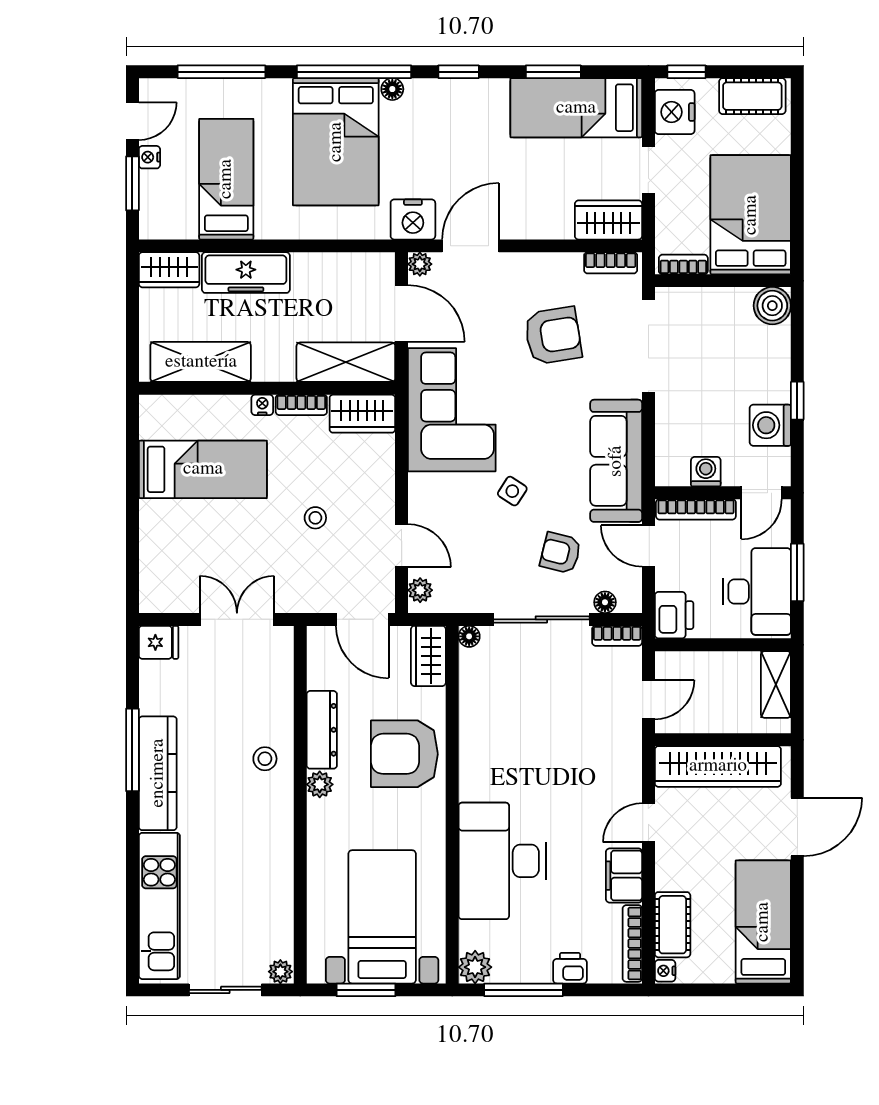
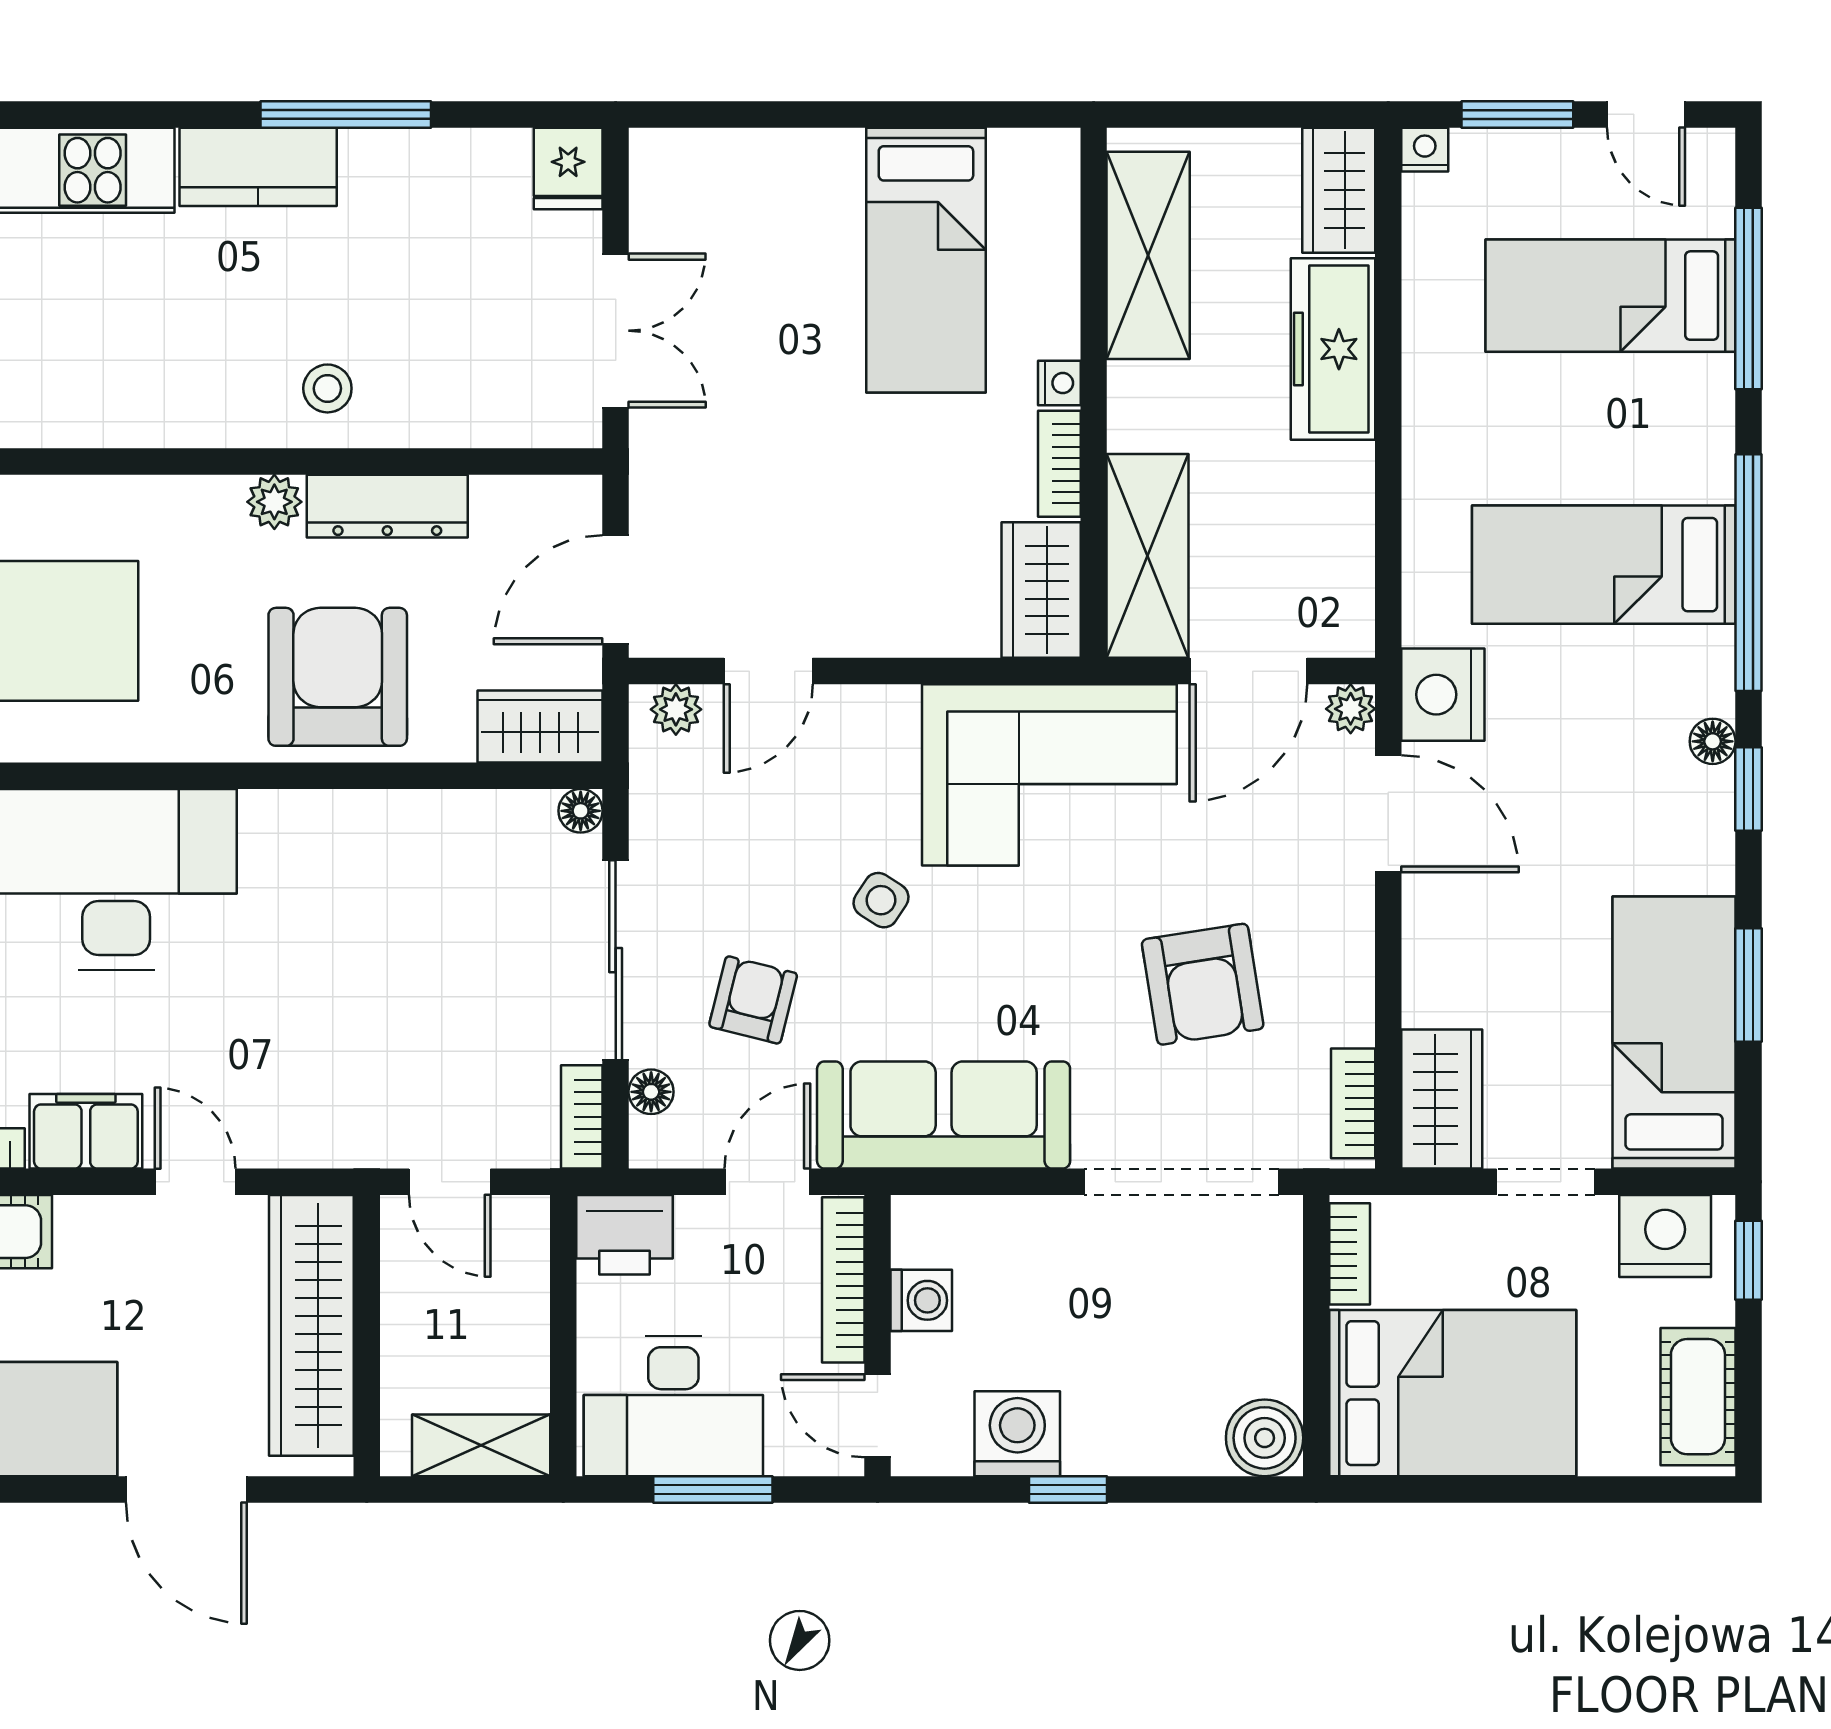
floor lamp: (392, 89) -> (1713, 741), moved
bed: (336, 142) -> (1604, 565), width x0.67
nightstand: (149, 157) -> (1425, 150), moved
bed: (226, 179) -> (1610, 296), moved, turned 180
stool: (315, 518) -> (826, 493), removed
kitchen counter: (158, 773) -> (258, 167), width x0.67

